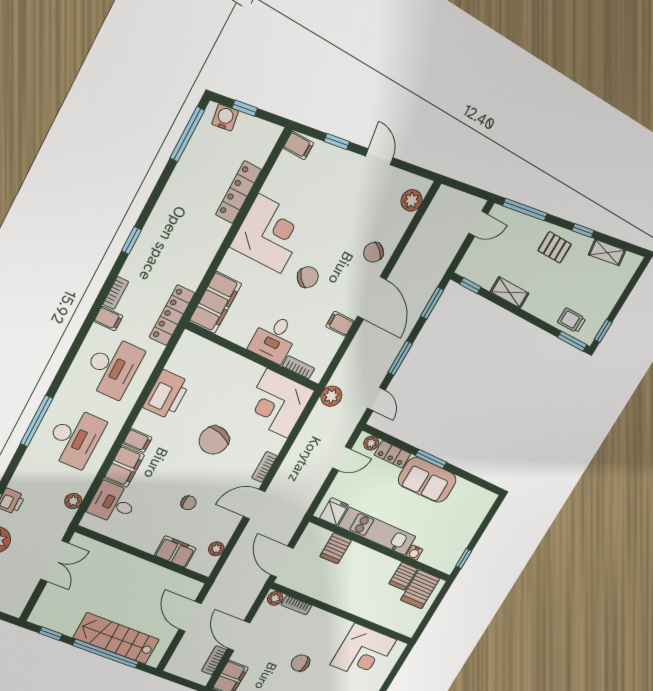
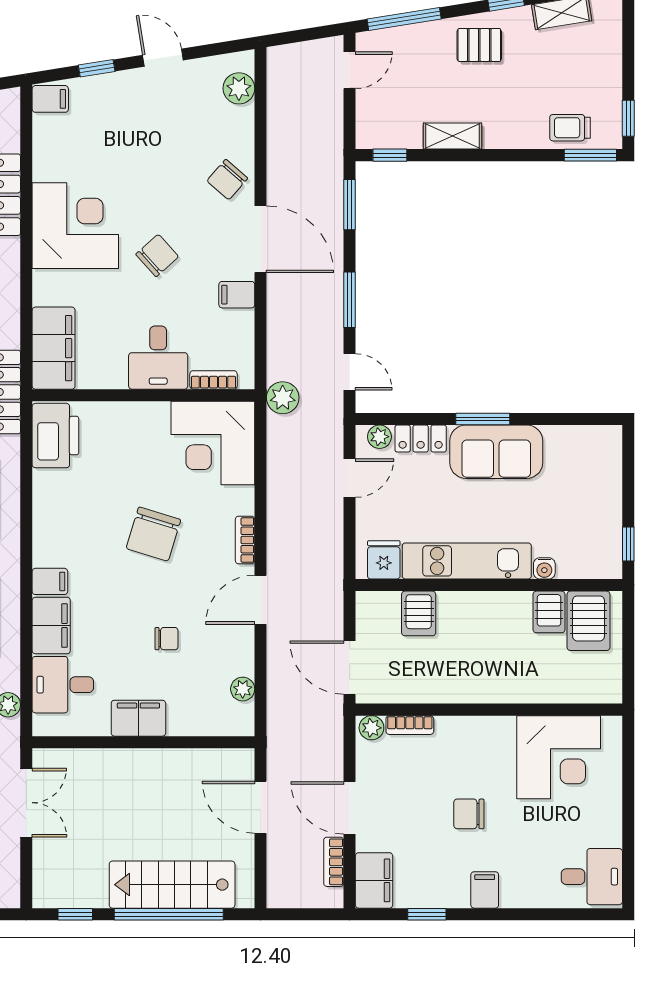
printer: (167, 395) -> (55, 436), moved
filing cabinet: (175, 552) -> (138, 718), moved

